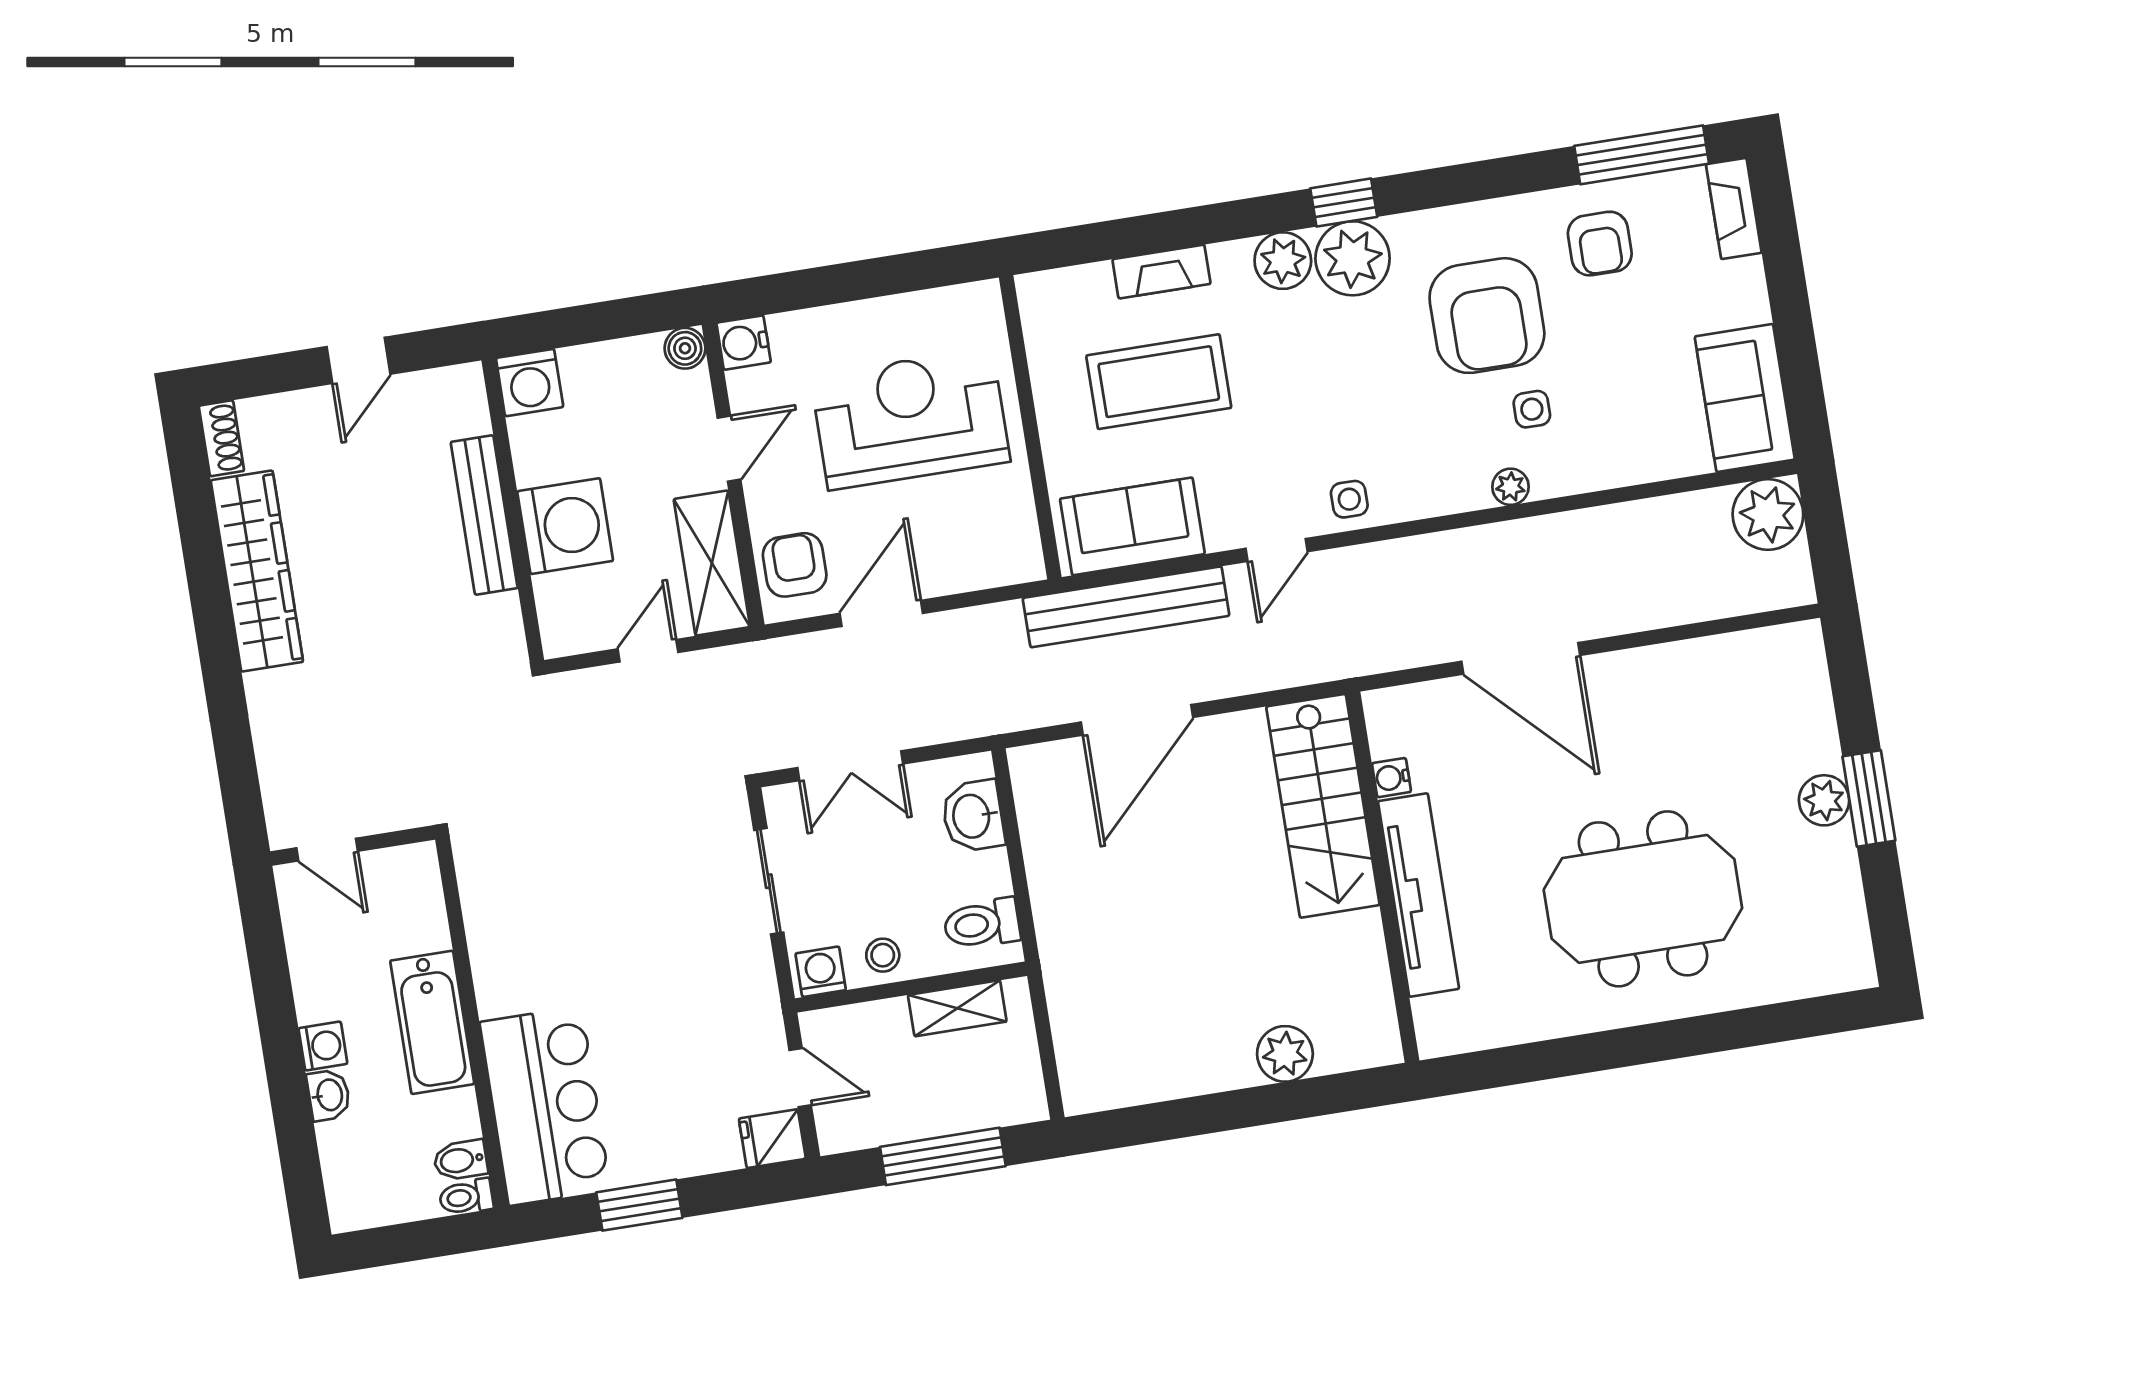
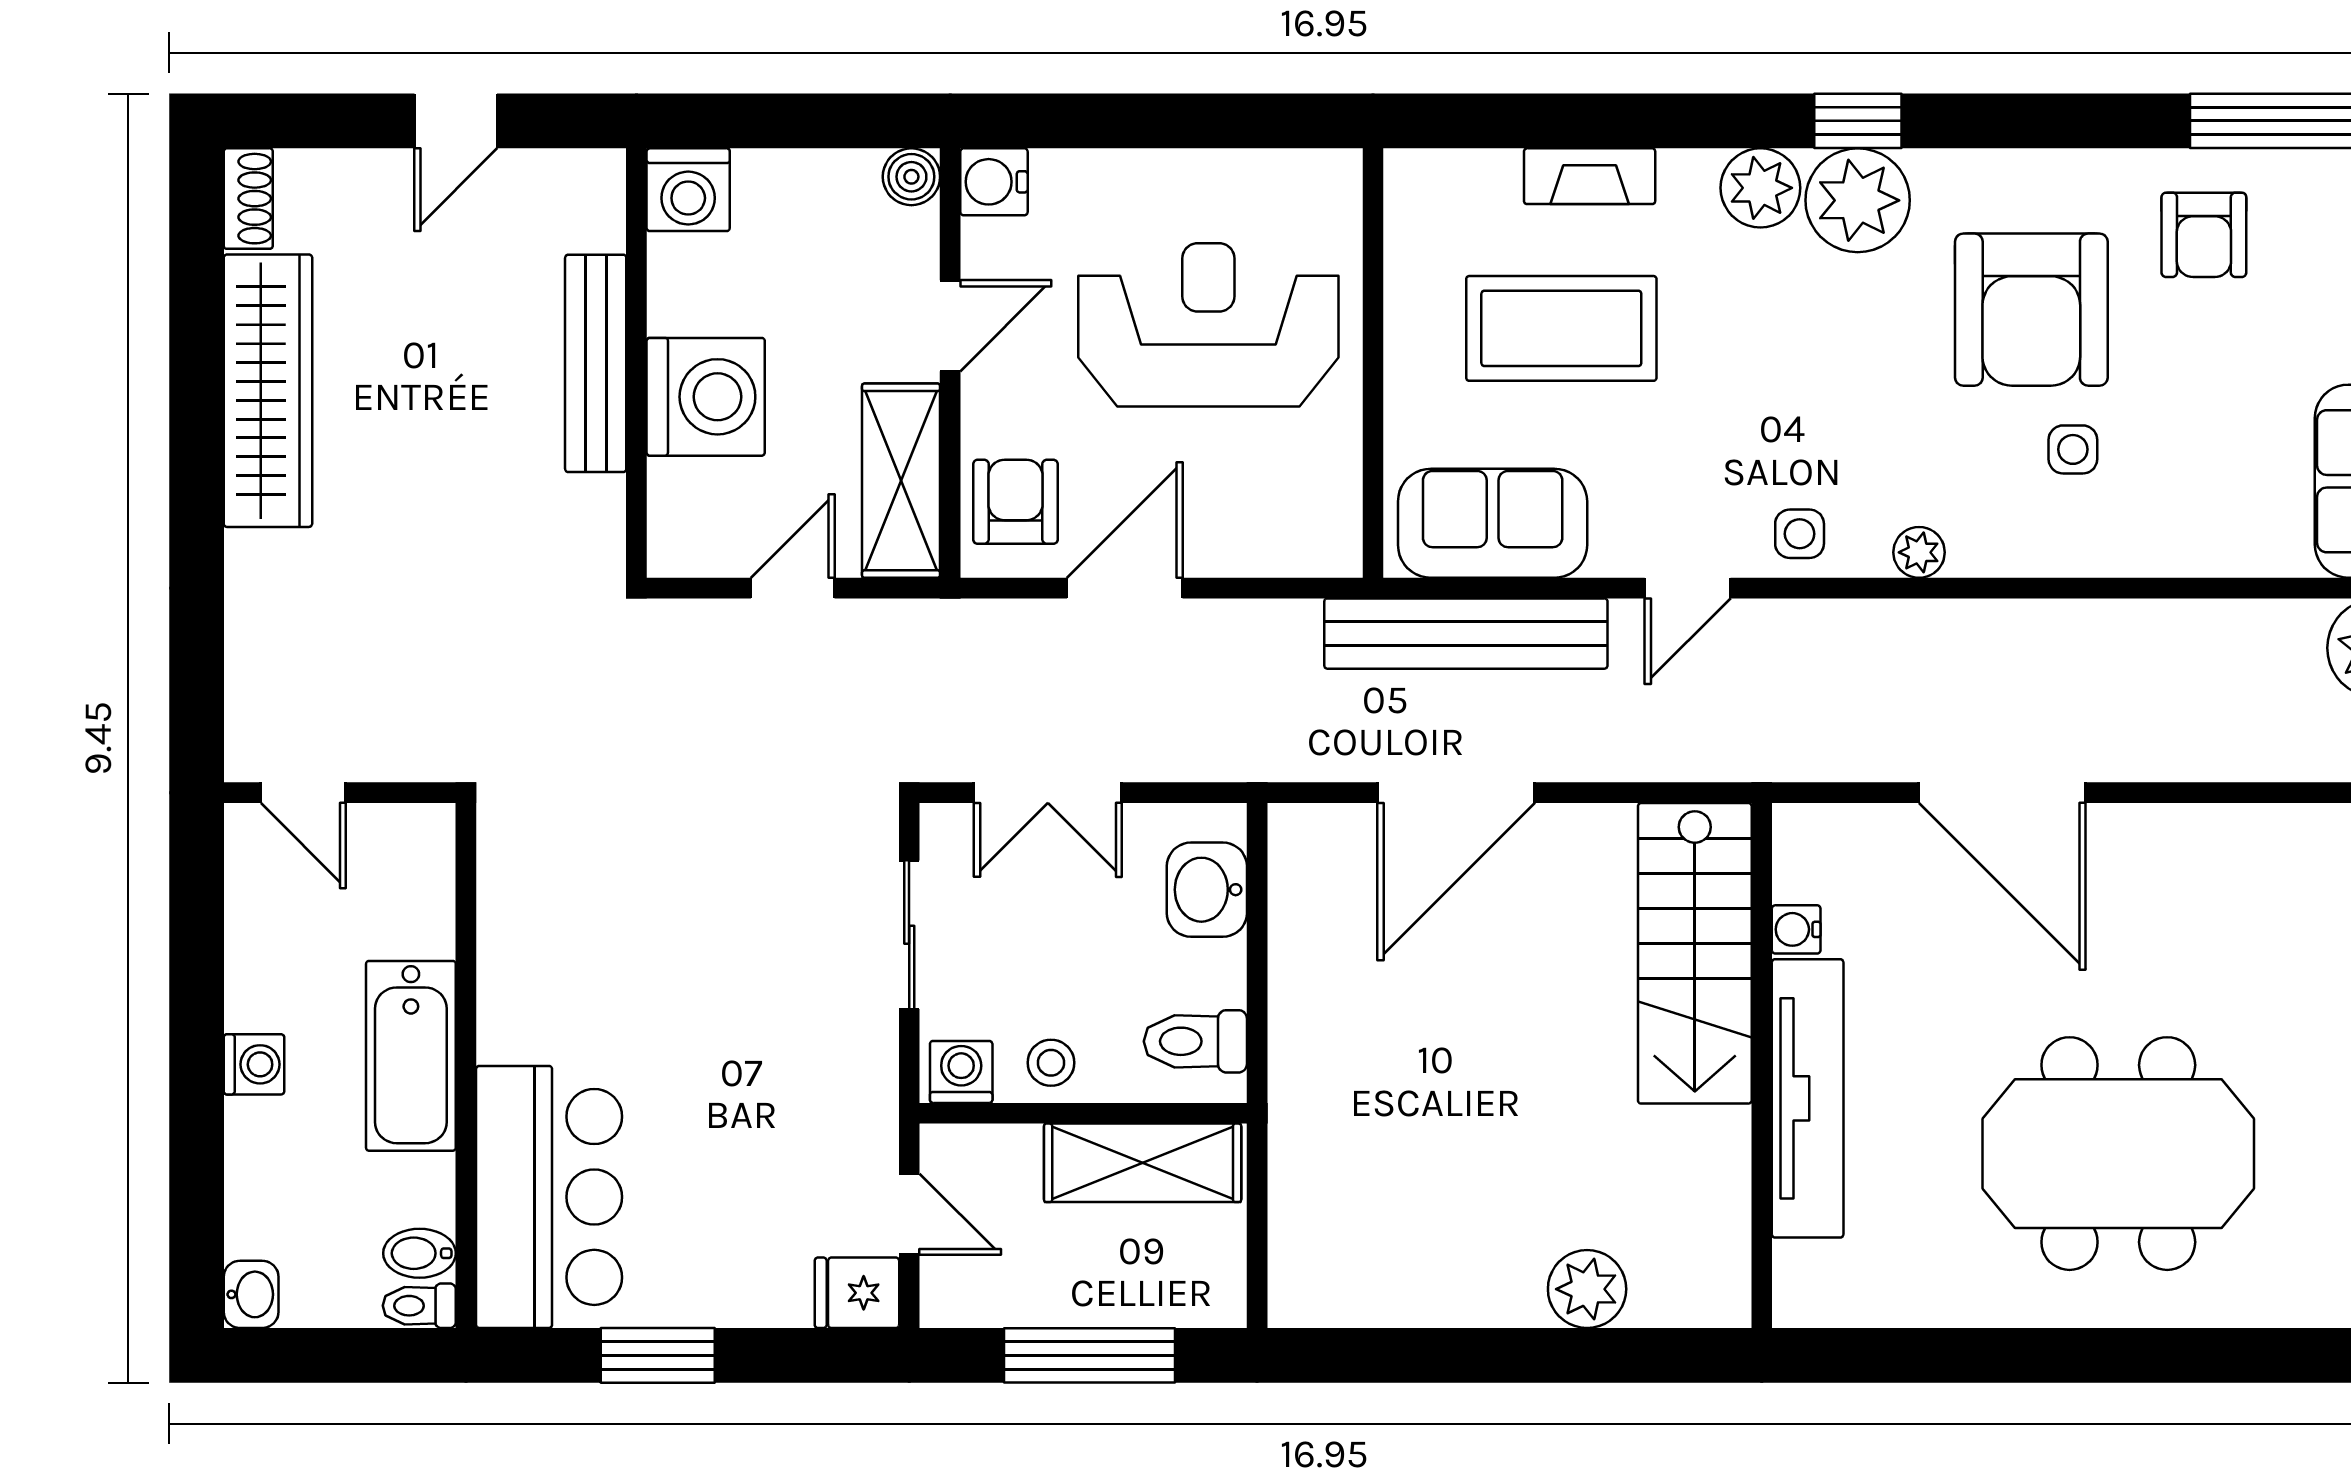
plant: (1510, 487) -> (1919, 552), moved
shelving: (957, 1008) -> (1143, 1163), width x1.50, depth x1.33
washbasin: (329, 1095) -> (251, 1294), moved

